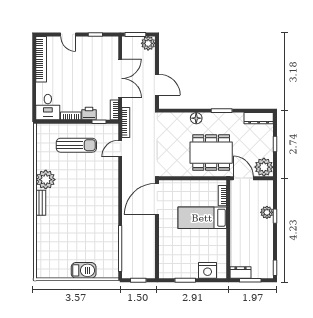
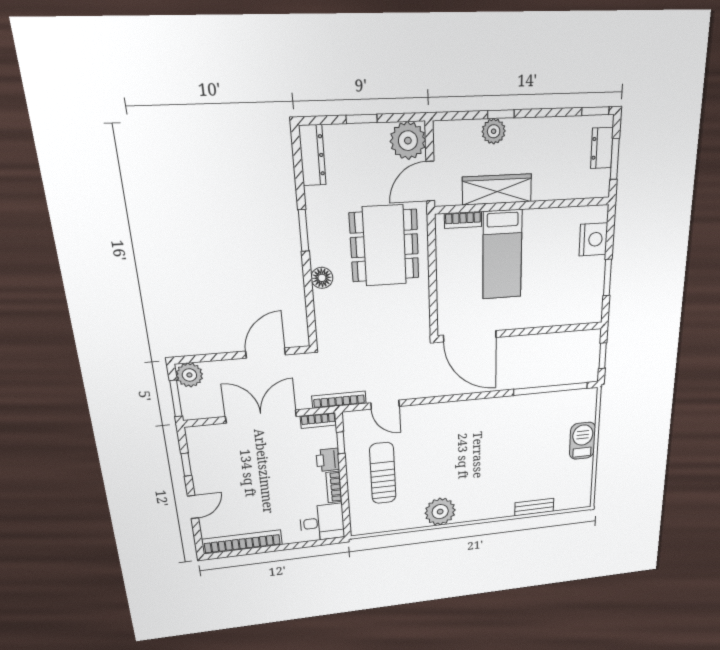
bench: (41, 203) -> (534, 507), moved
wardrobe: (237, 214) -> (497, 189), added
dresser: (241, 273) -> (602, 148), moved

